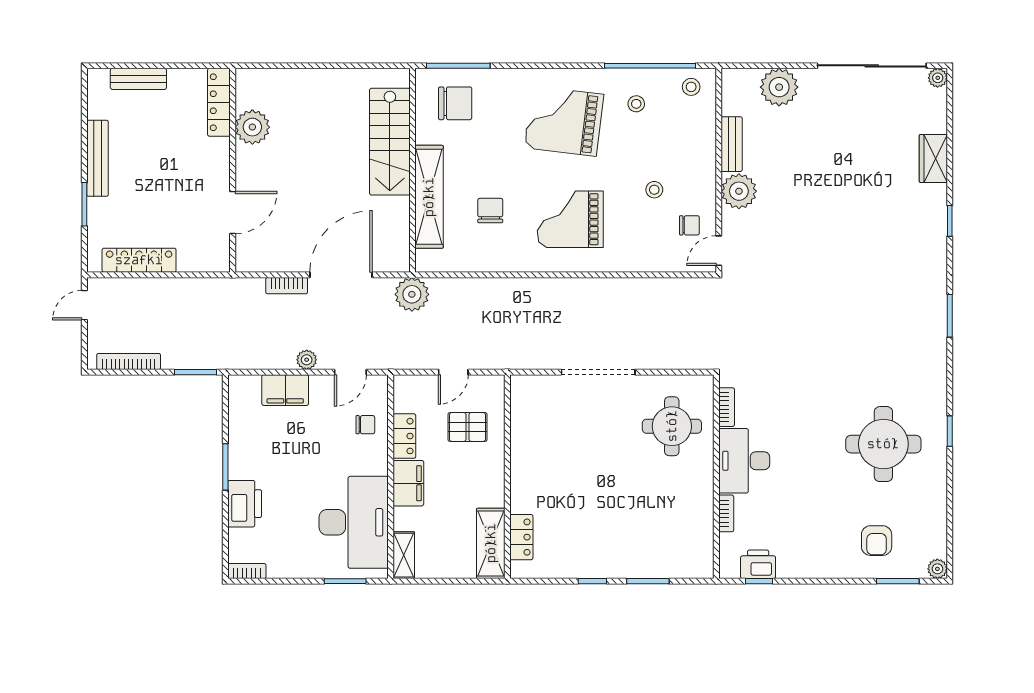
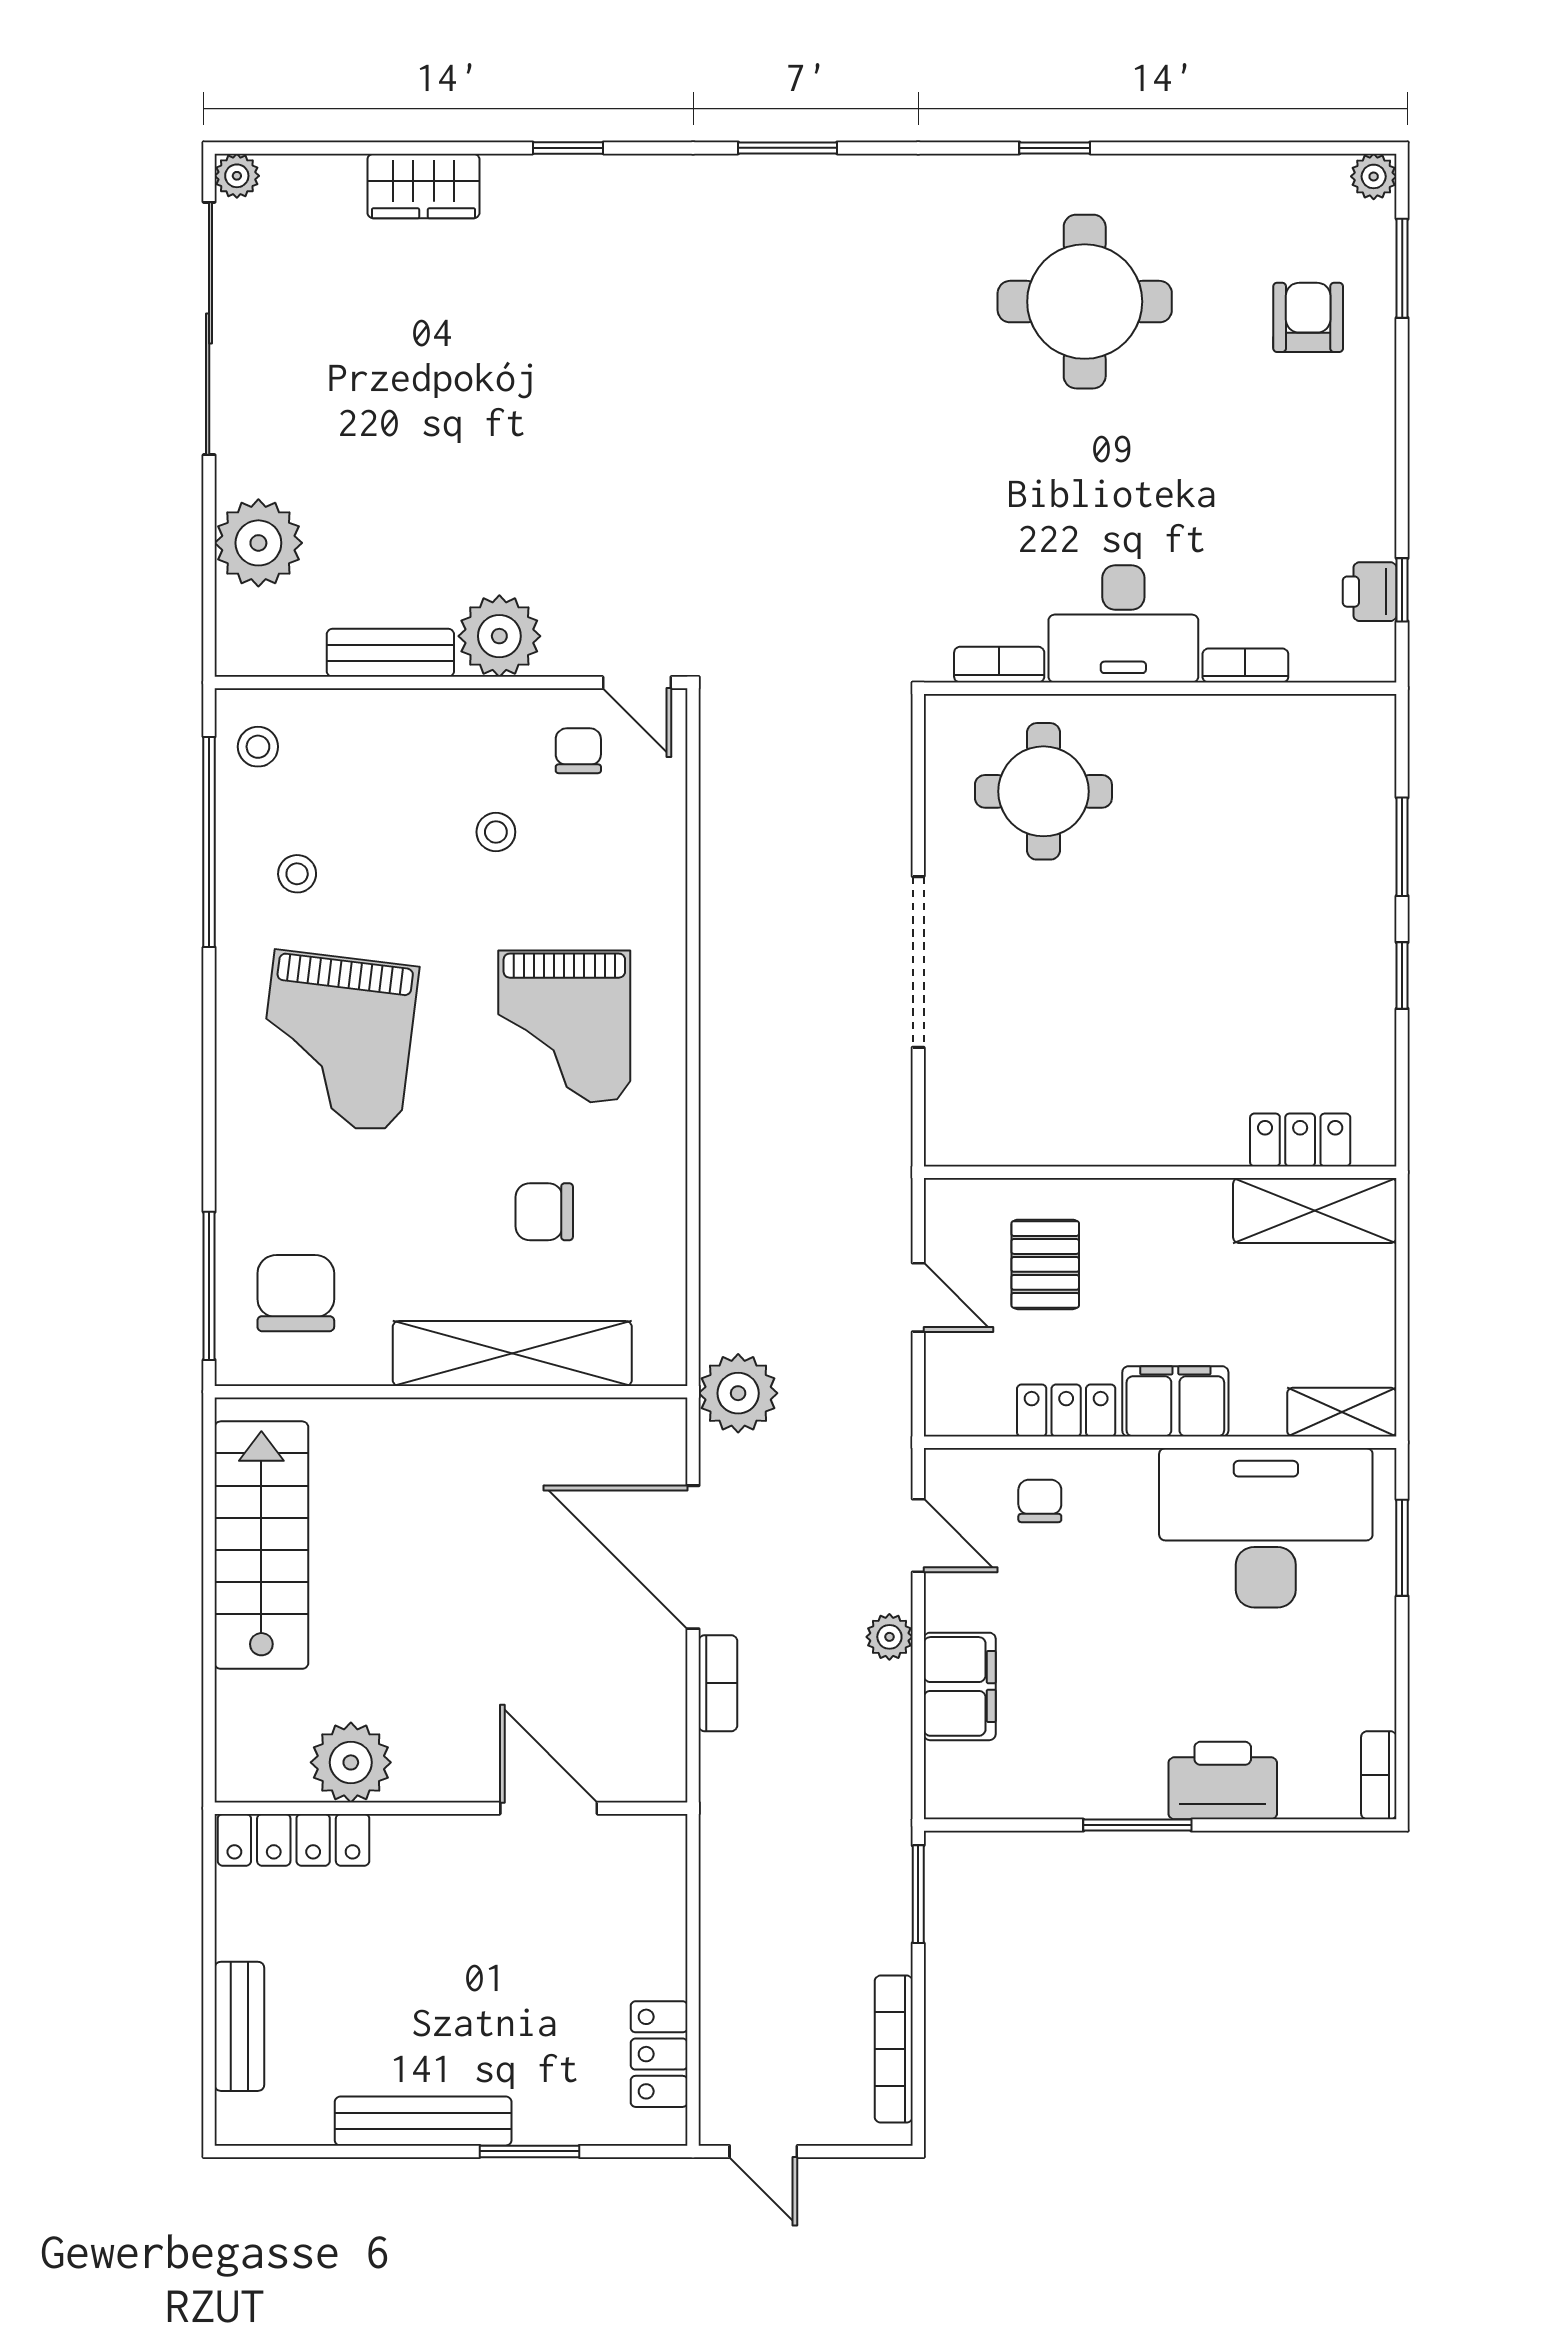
stairs: (390, 142) -> (261, 1545), moved, turned -90
locker: (139, 260) -> (659, 2054), width x0.66
armchair: (877, 541) -> (1308, 317), turned -90
printer: (758, 564) -> (1370, 592), width x0.73, depth x0.81

